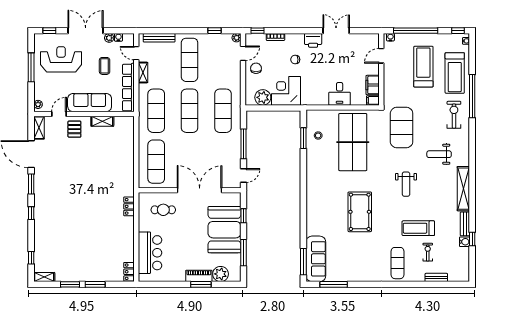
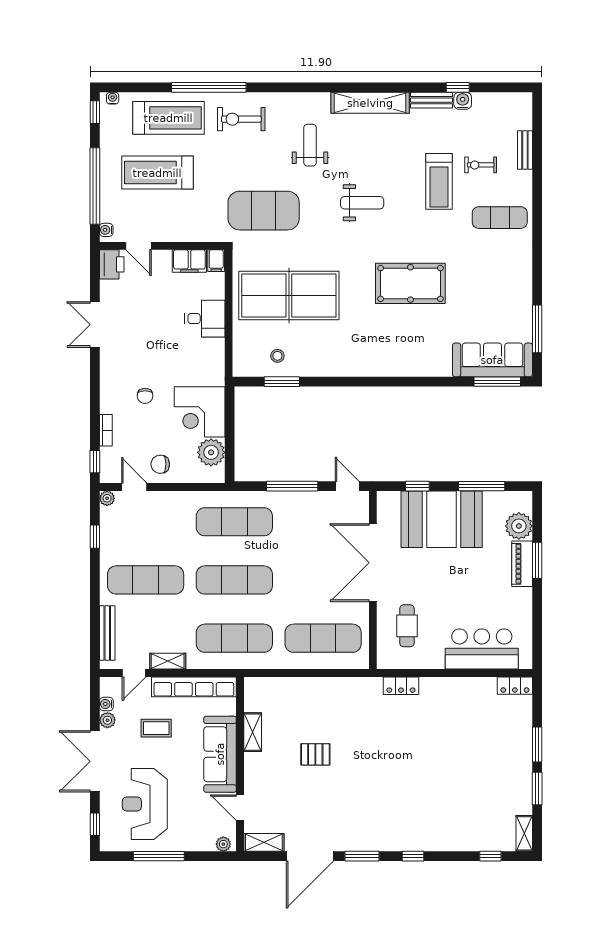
printer: (313, 40) -> (112, 264), moved
pallet: (74, 129) -> (315, 754), moved
weight bench: (439, 154) -> (310, 145), turned 180

